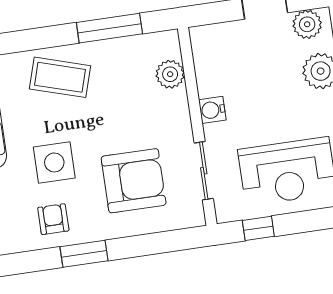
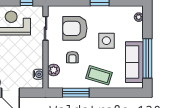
water cooler: (212, 110) -> (38, 74), moved
armchair: (53, 219) -> (72, 57), moved

